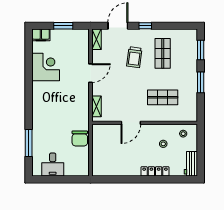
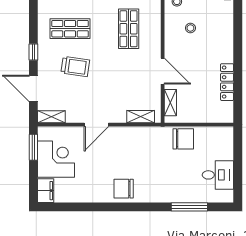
window: (63, 26) -> (33, 147), moved
corner desk: (46, 67) -> (56, 159), moved, turned 90
door: (91, 73) -> (96, 125), swing flipped
chair: (42, 94) -> (124, 189), added
shelving: (107, 129) -> (170, 103), added
locker: (155, 171) -> (227, 82), moved

